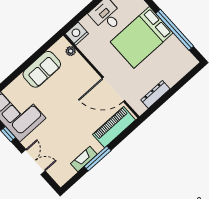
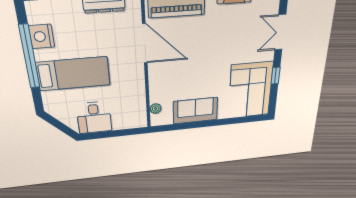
nightstand: (77, 34) -> (42, 36), moved, turned 90
bed: (142, 37) -> (73, 74), width x0.67

